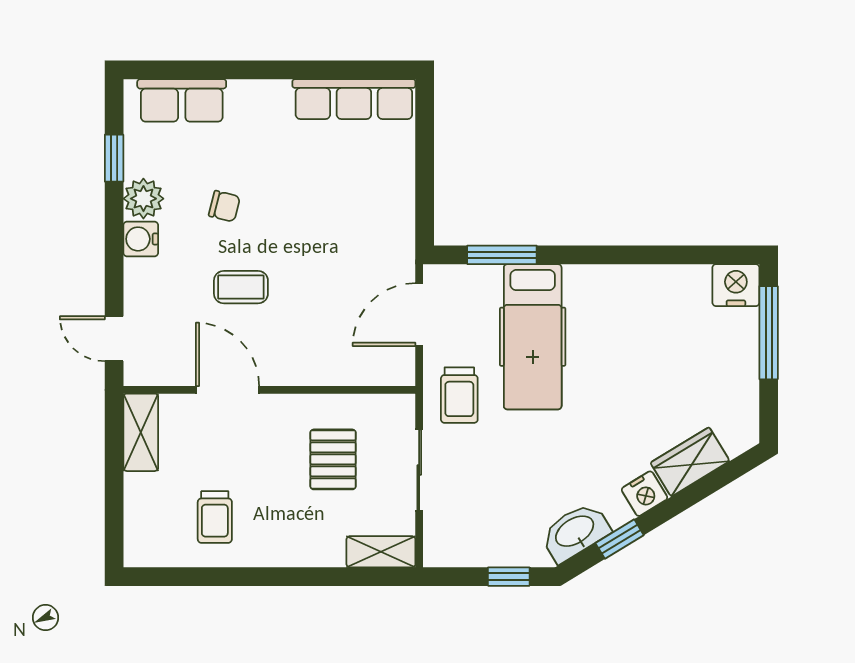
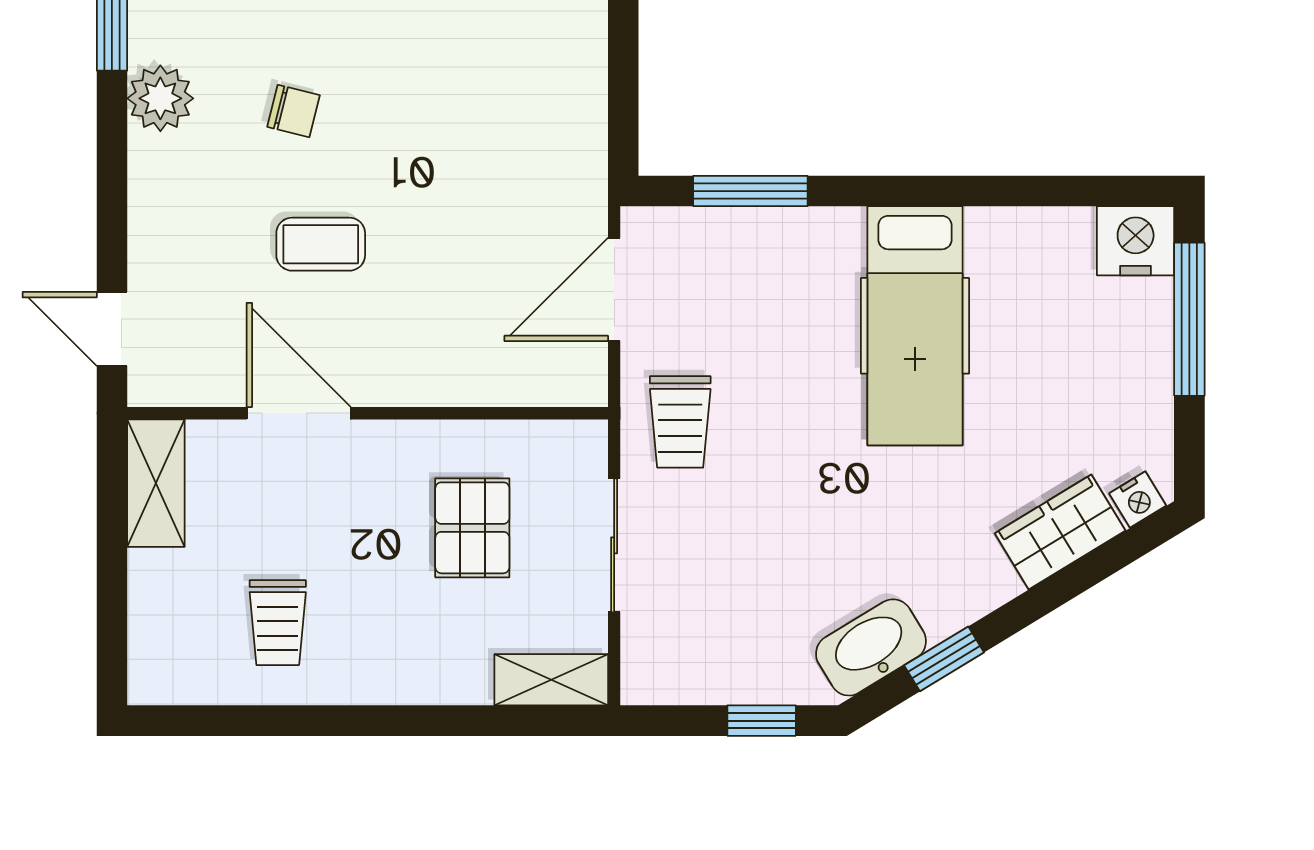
water cooler: (141, 239) -> (156, 165), removed
hospital bed: (533, 337) -> (915, 326), moved
nightstand: (644, 494) -> (1138, 500), moved, width x0.72, depth x0.74

